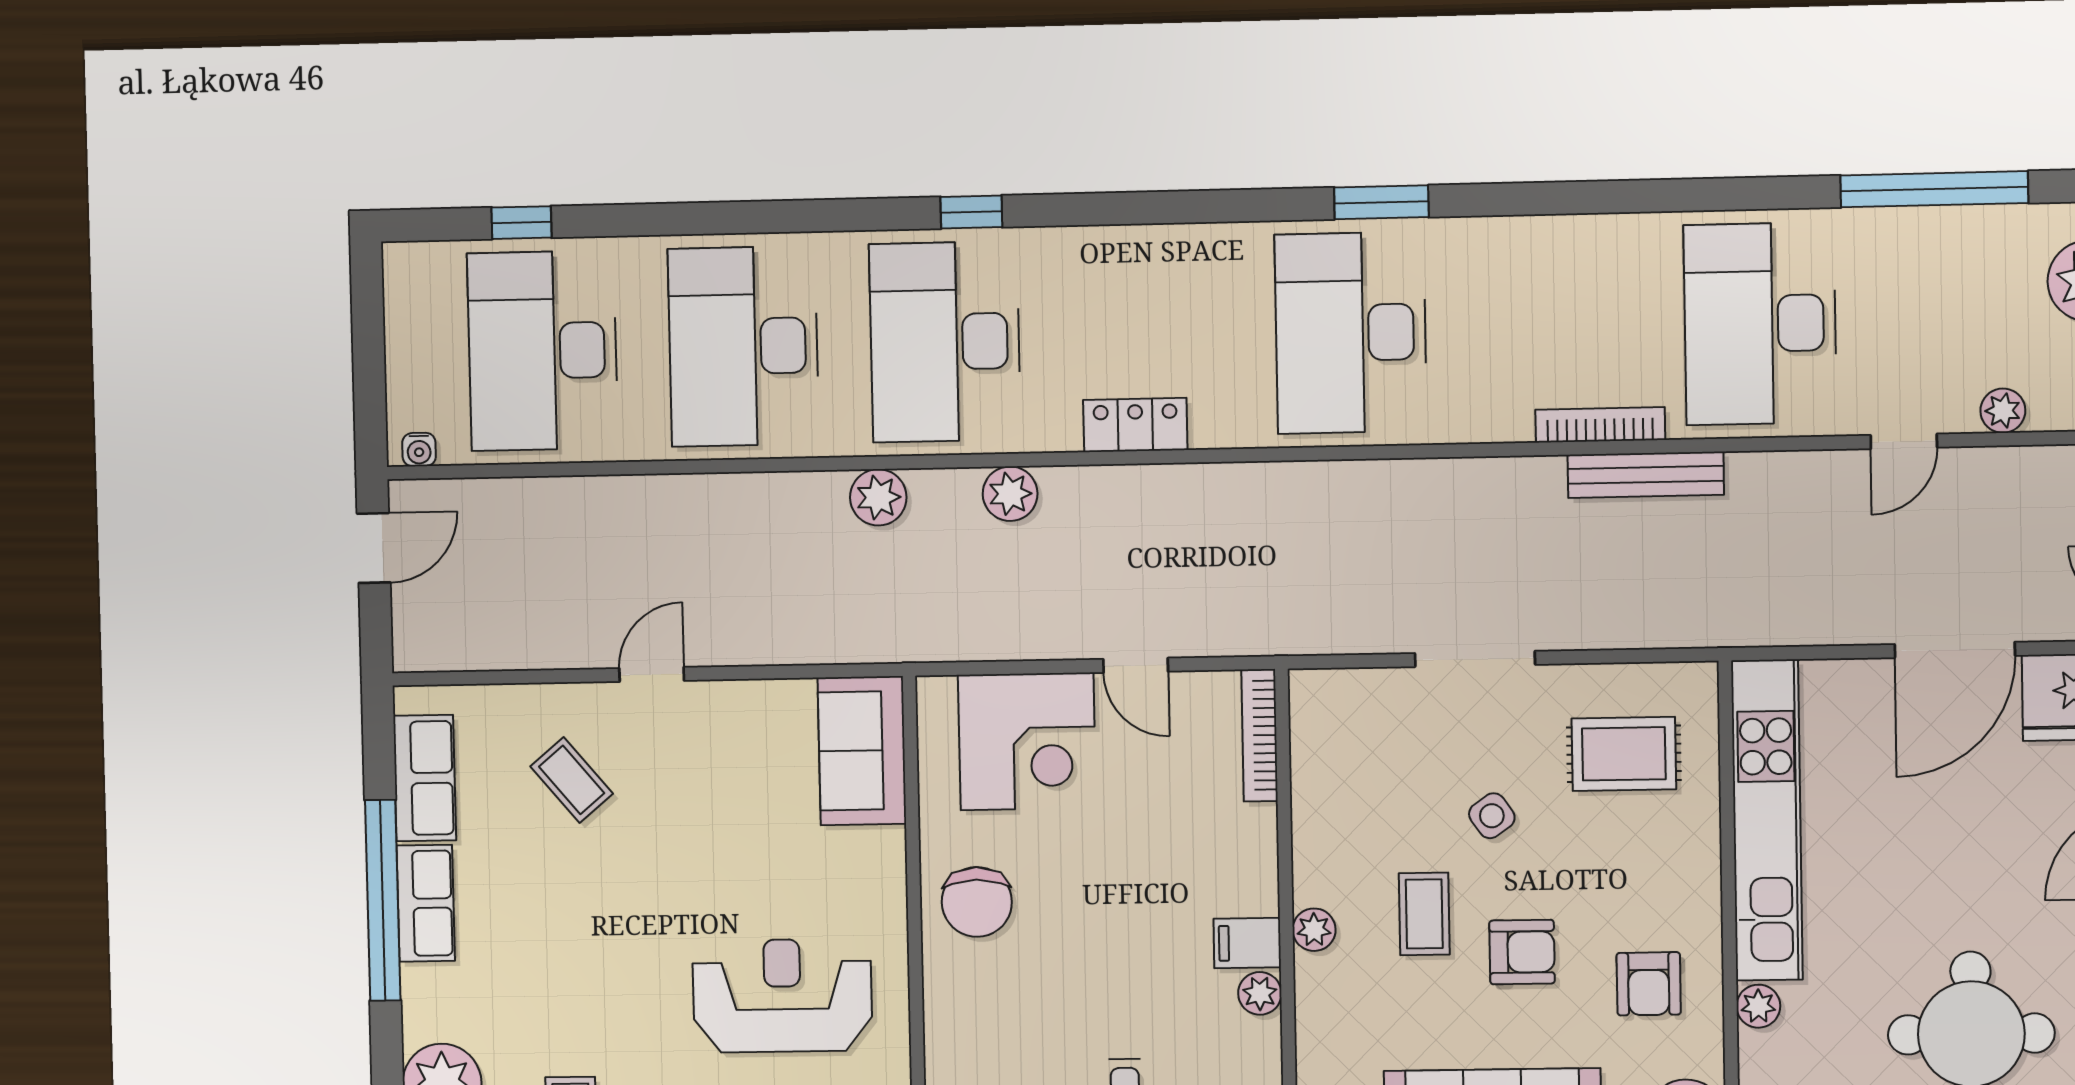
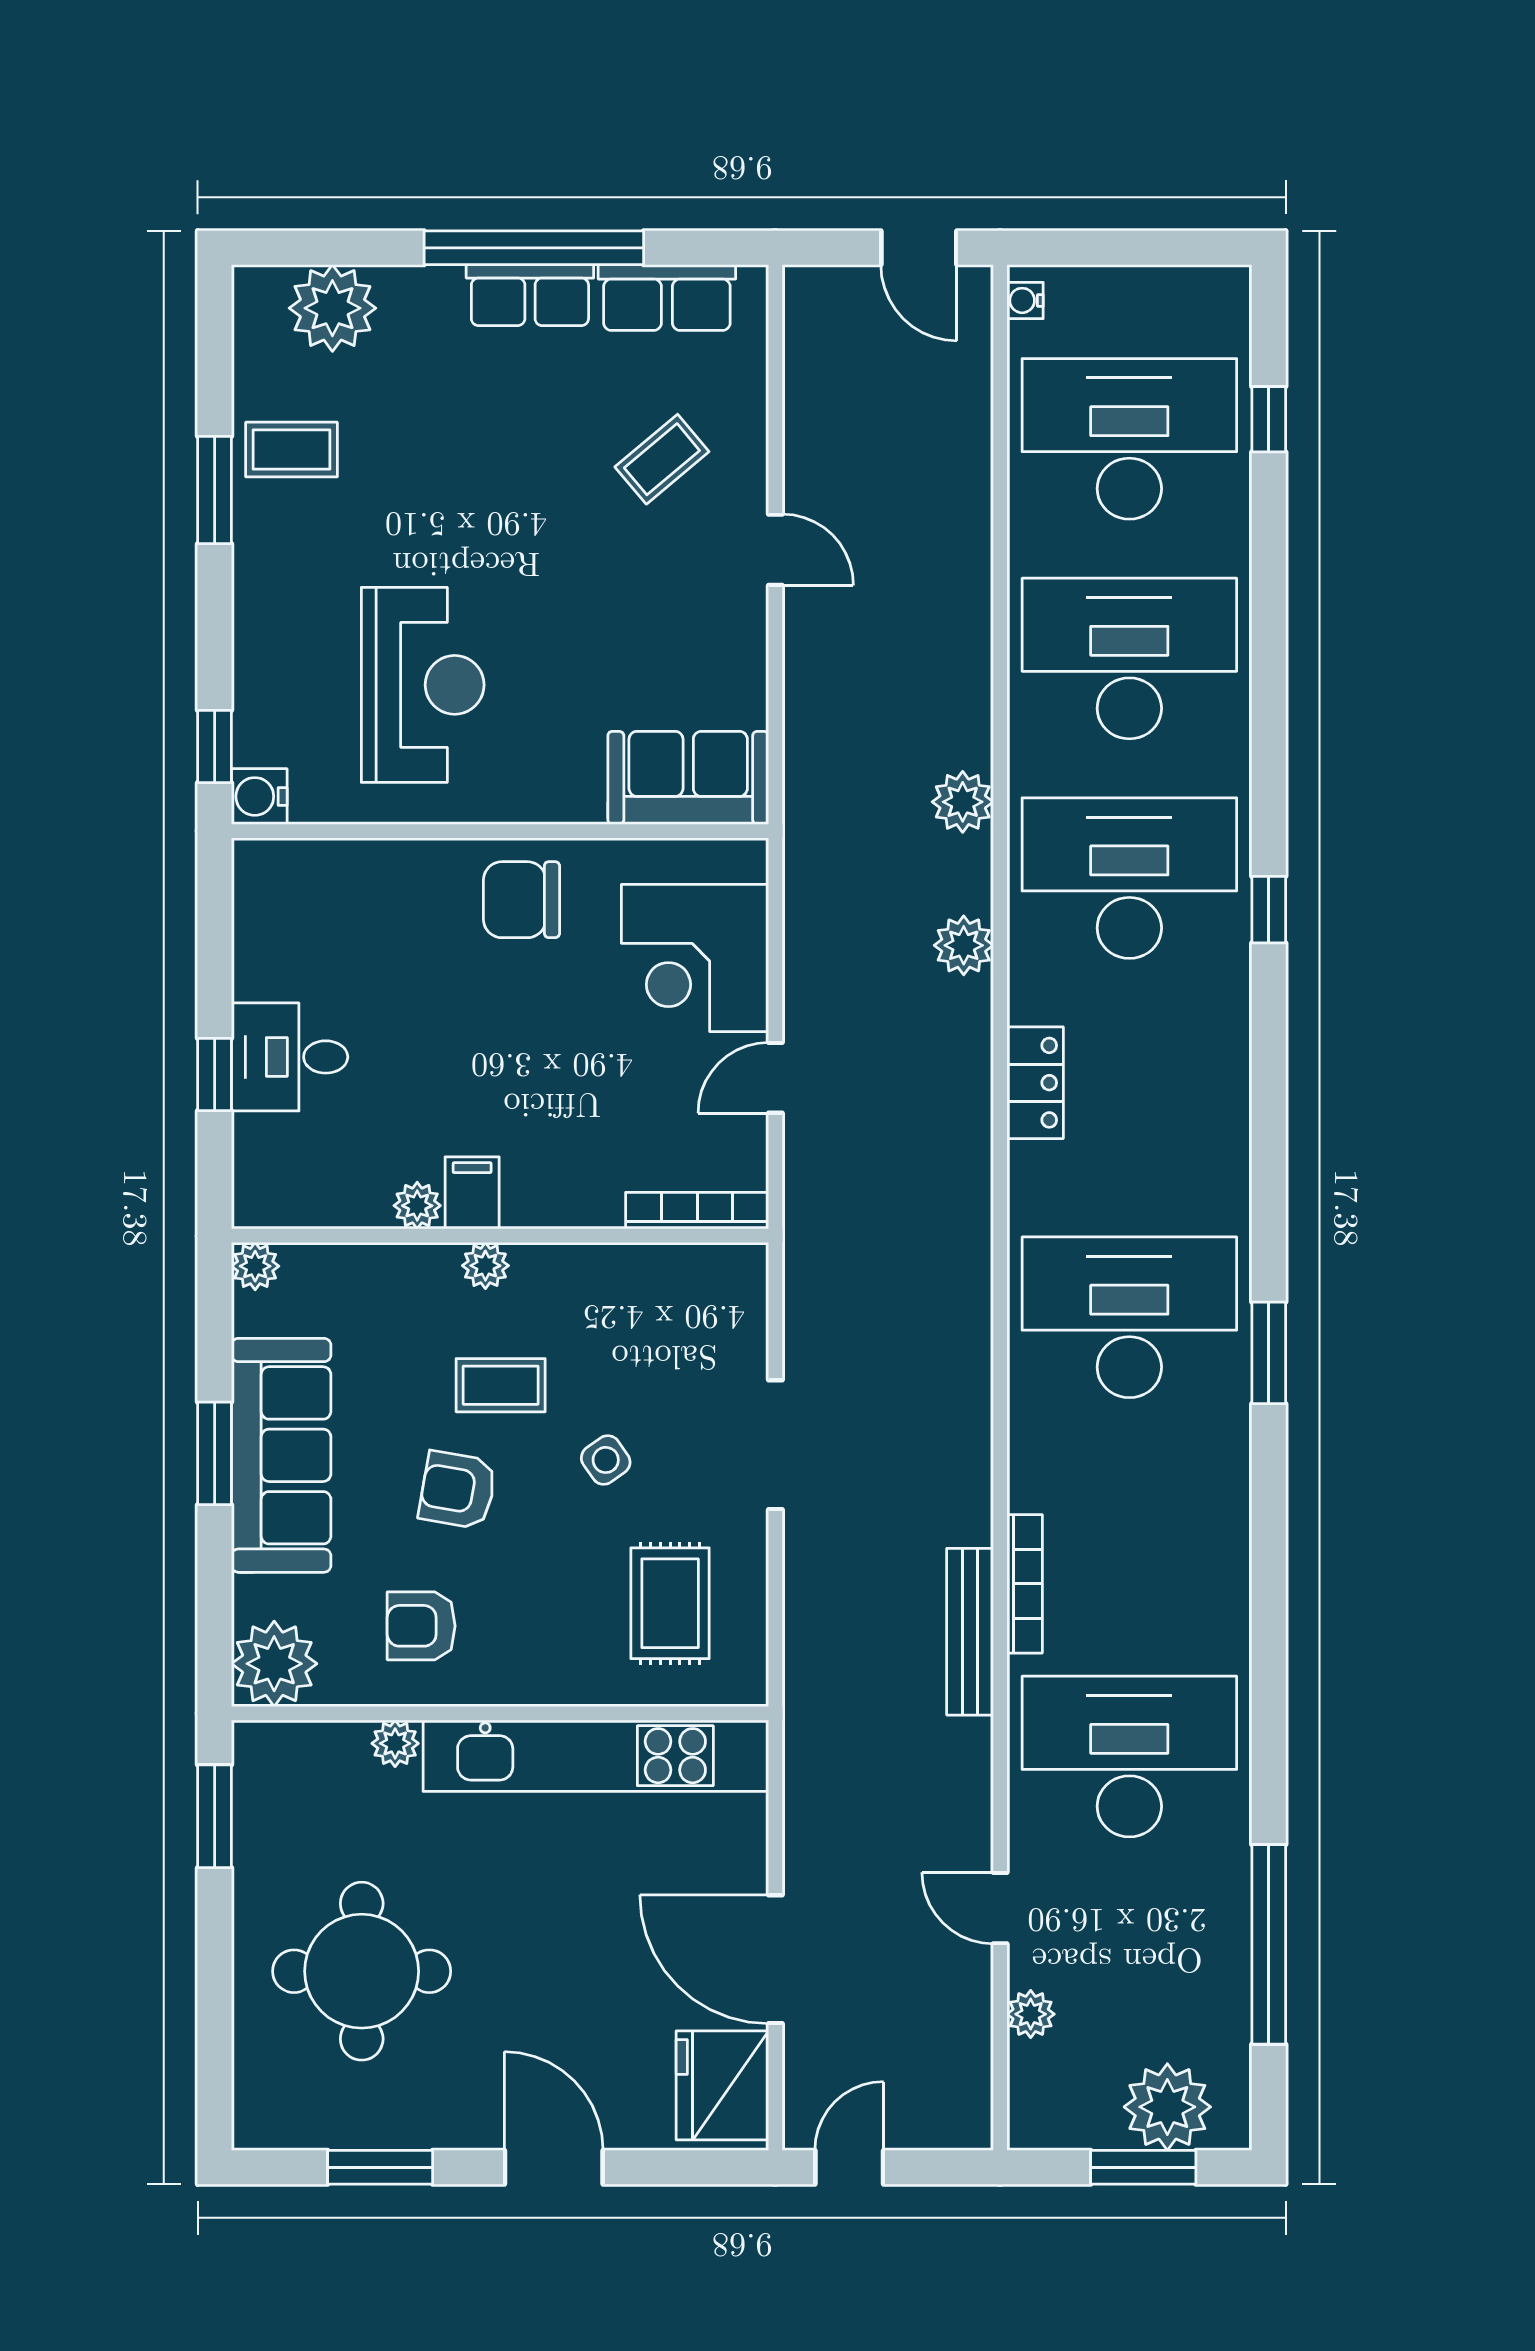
armchair: (1522, 952) -> (458, 1490), turned 100

